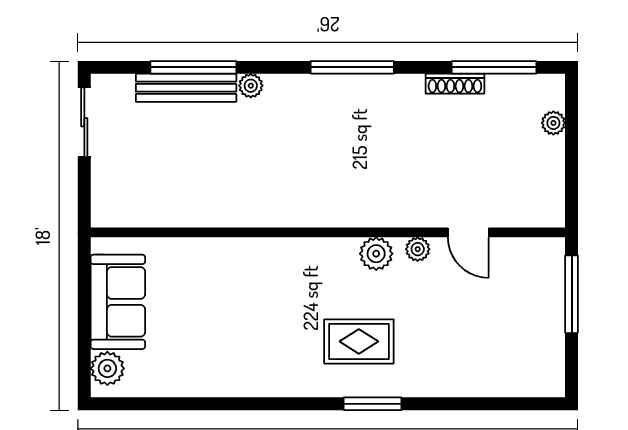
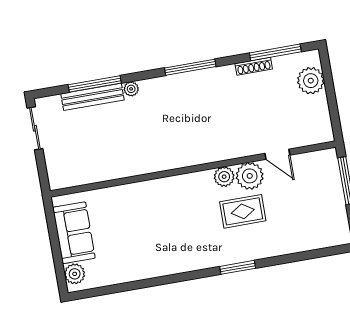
plant: (553, 123) -> (311, 81), width x1.87, depth x1.87
plant: (418, 249) -> (250, 176), width x1.87, depth x1.87
rug: (359, 341) -> (243, 211), moved

